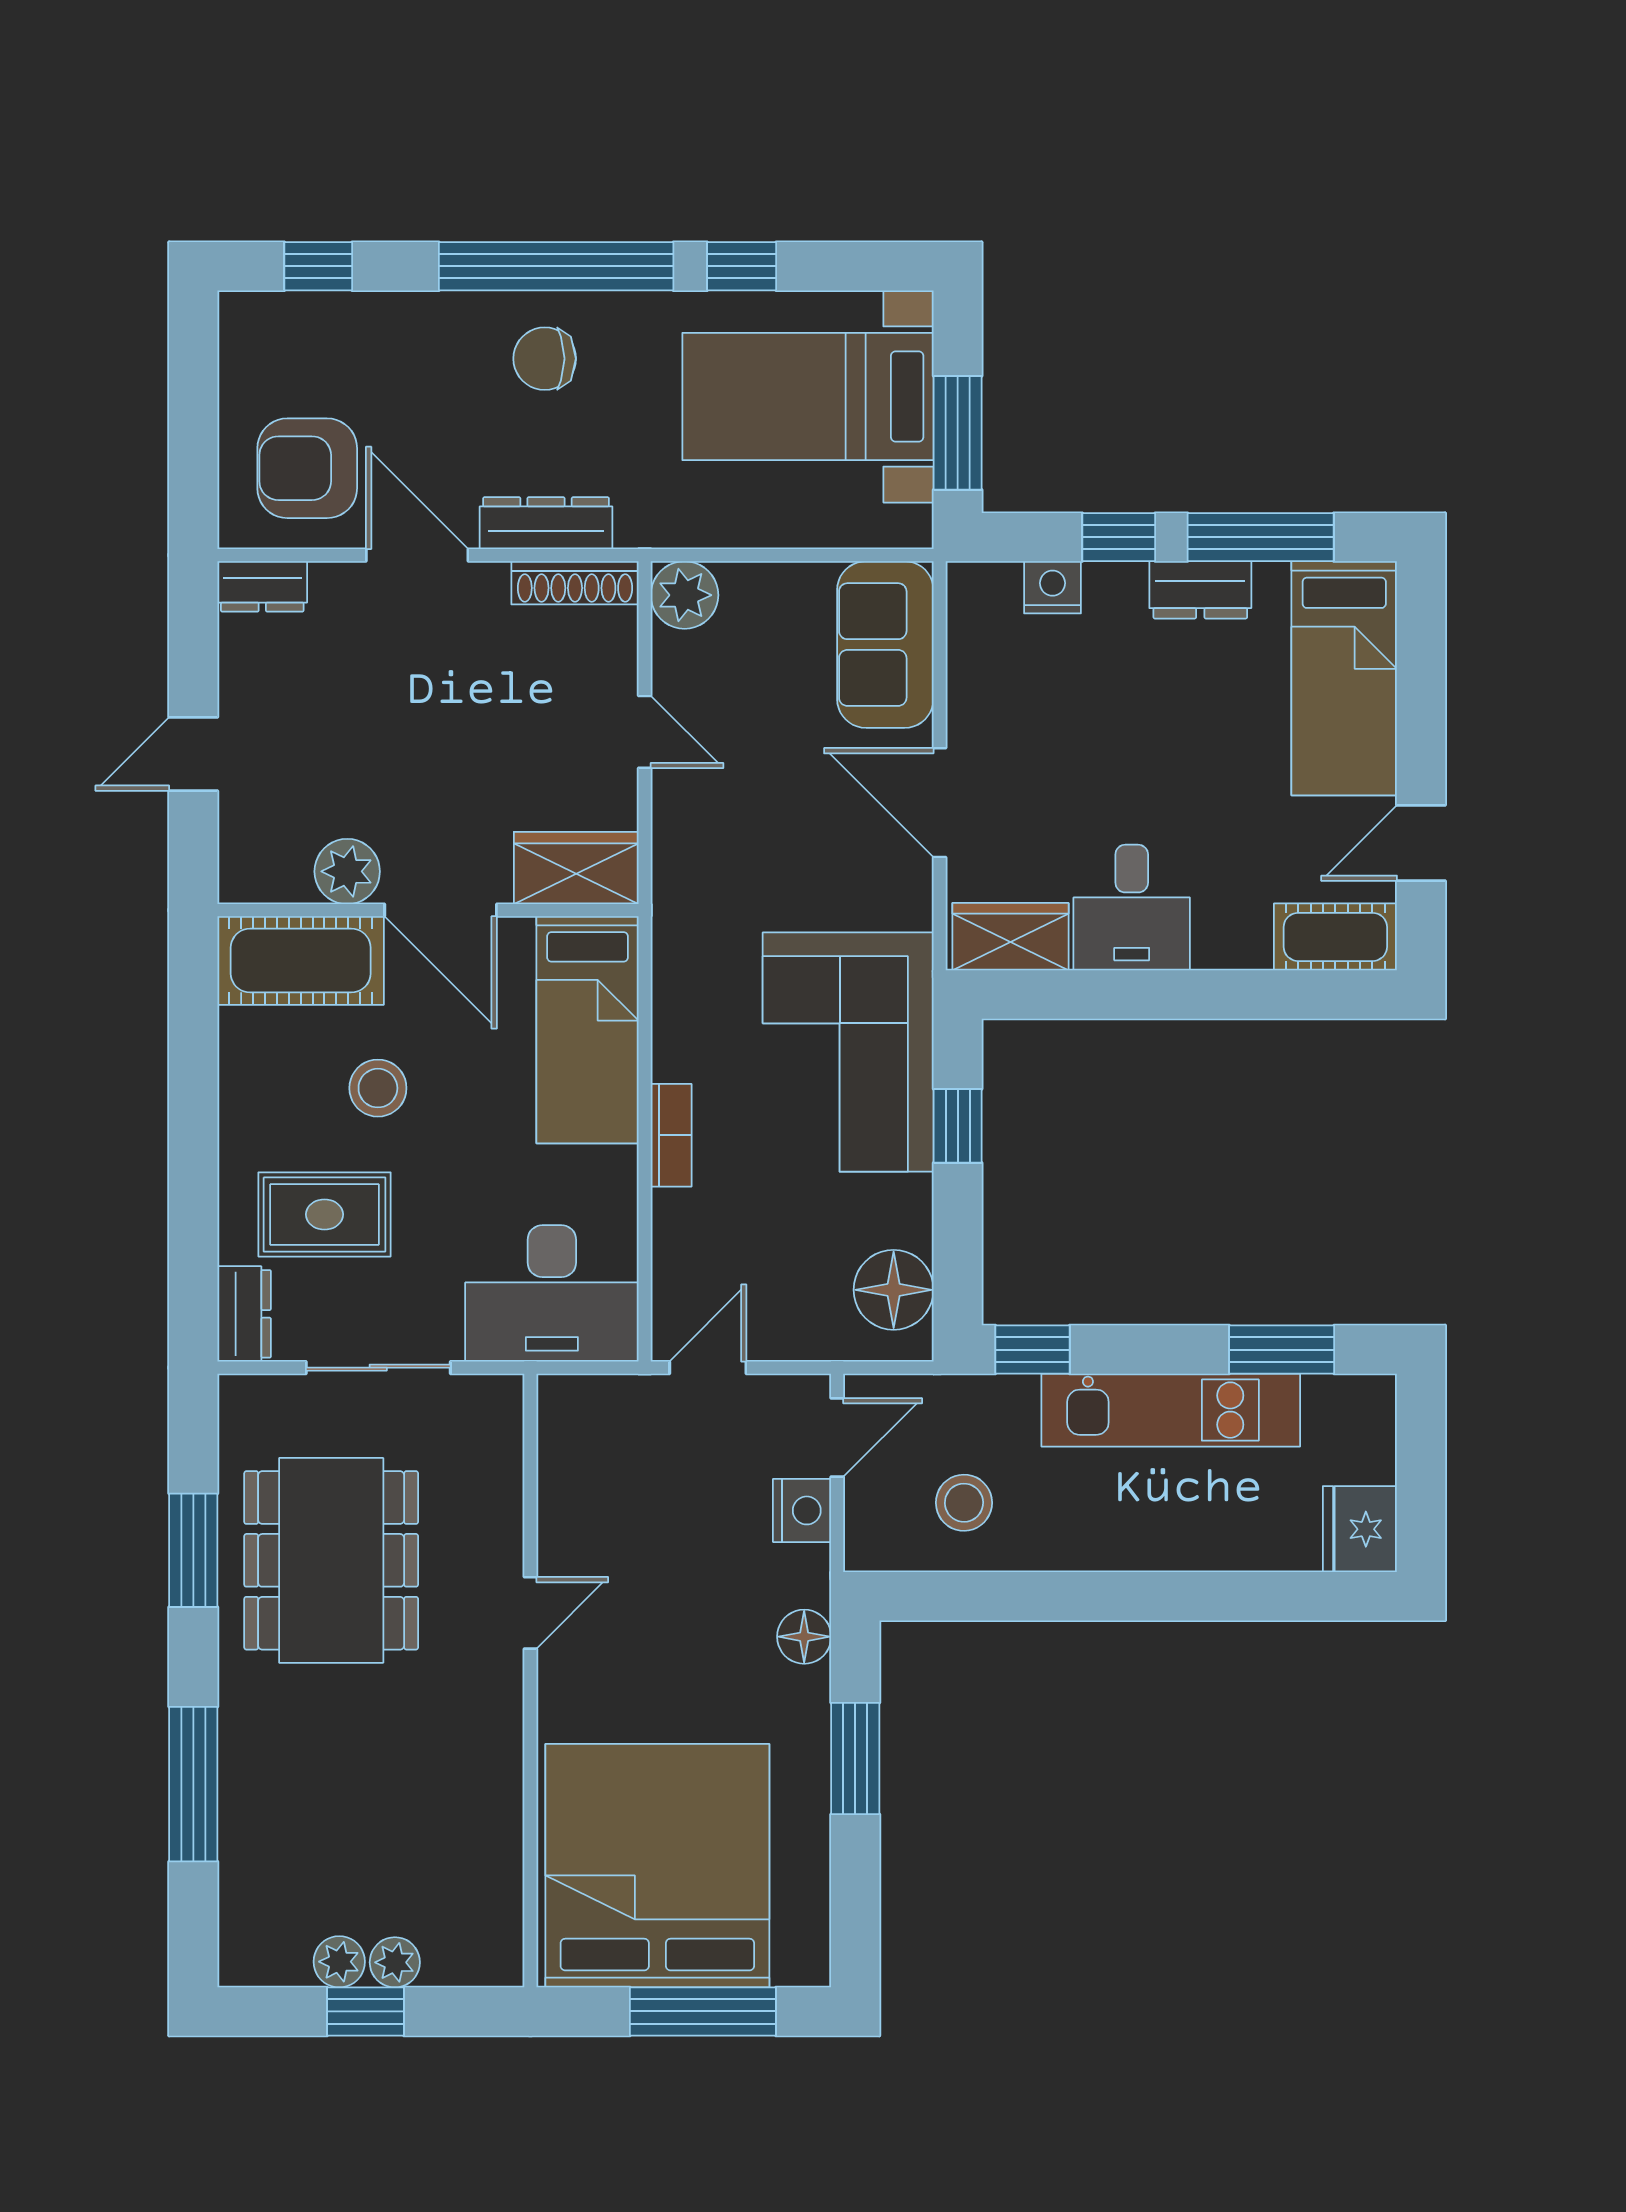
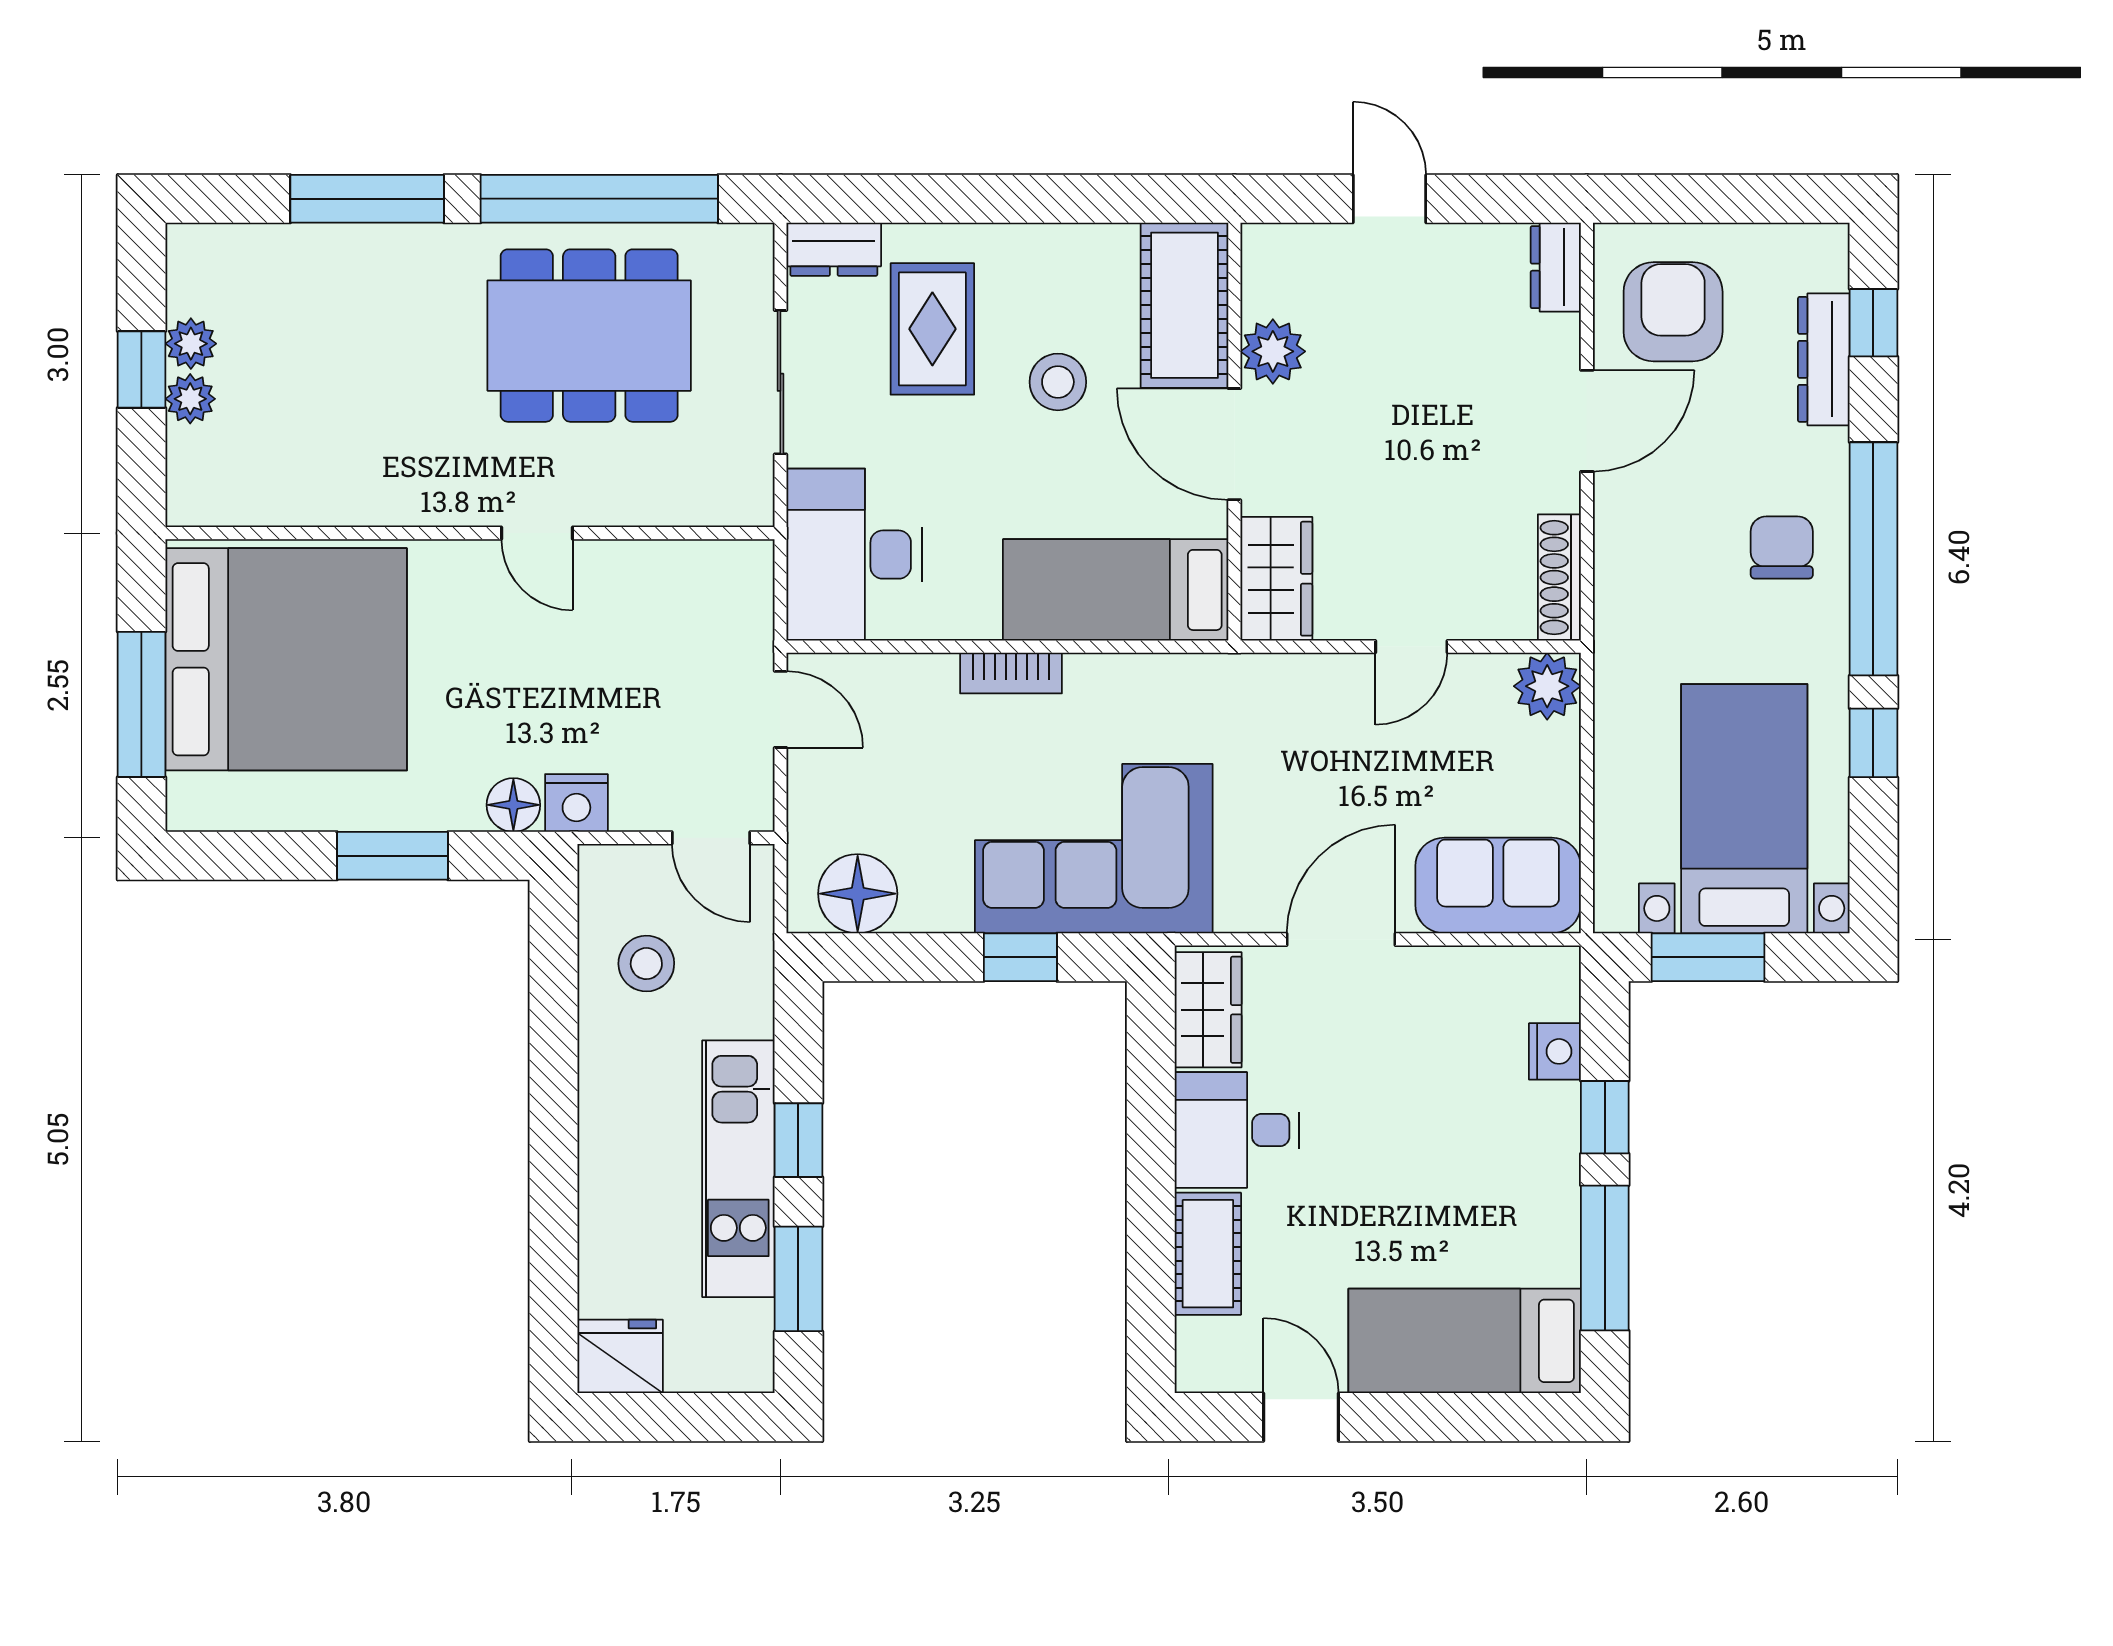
dresser: (546, 523) -> (1824, 359), moved, turned 180
dresser: (1200, 590) -> (1552, 1198), removed
door: (441, 910) -> (1234, 444), hinge flipped
cot: (1335, 937) -> (1208, 1254), moved
window: (1032, 1350) -> (798, 1140), moved
nightstand: (802, 1510) -> (576, 803), moved
window: (193, 1550) -> (599, 199), width x2.11

